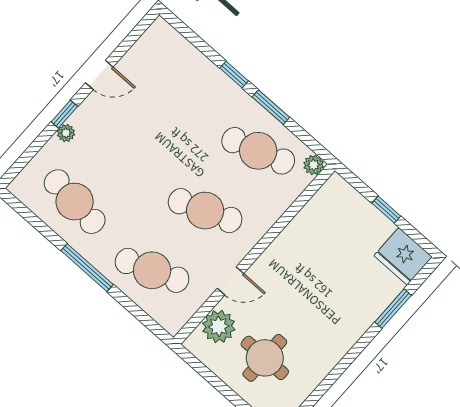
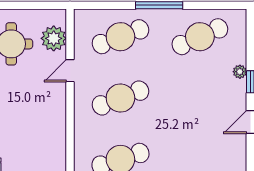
cafe table: (75, 202) -> (200, 37), turned -30

